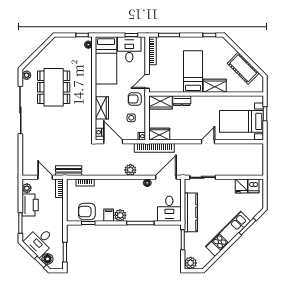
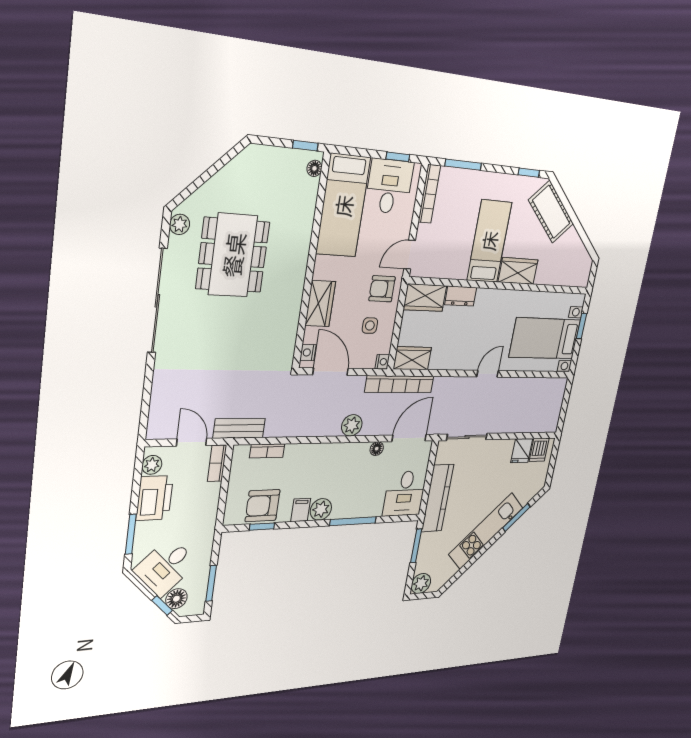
cot: (243, 68) -> (551, 212), moved

